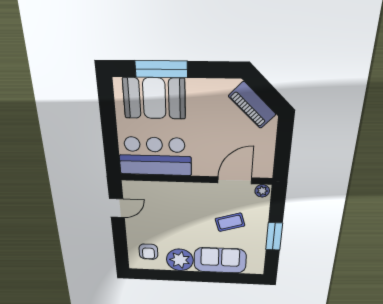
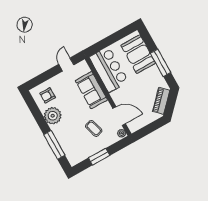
window: (161, 69) -> (161, 63), moved
door: (117, 208) -> (66, 65), swing flipped
sofa: (220, 260) -> (91, 90), moved, turned 180
window: (220, 278) -> (54, 145), added

